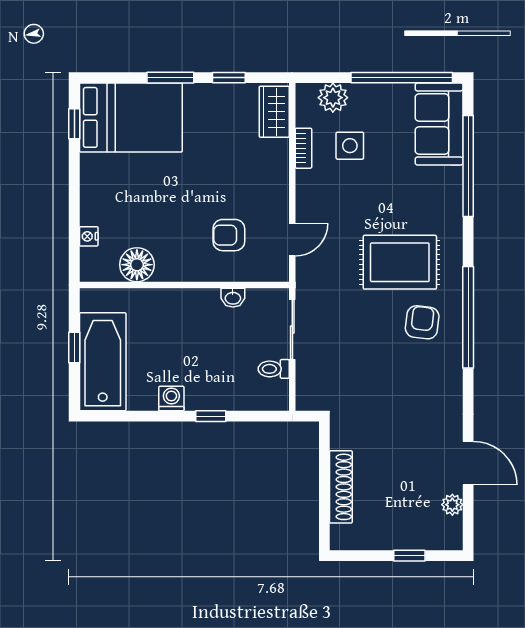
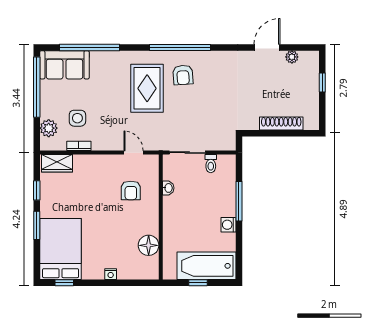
nightstand: (89, 236) -> (111, 274), moved
armchair: (422, 322) -> (183, 75), turned -101
window: (211, 416) -> (239, 201), width x2.17

